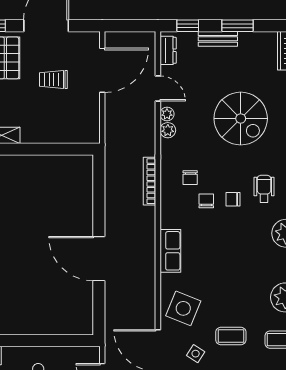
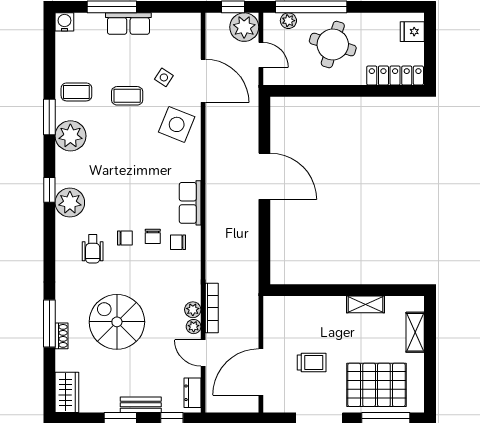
chair: (190, 178) -> (178, 242), moved, turned -90
bookcase: (149, 181) -> (212, 308), moved
row of seats: (170, 251) -> (190, 203), moved

